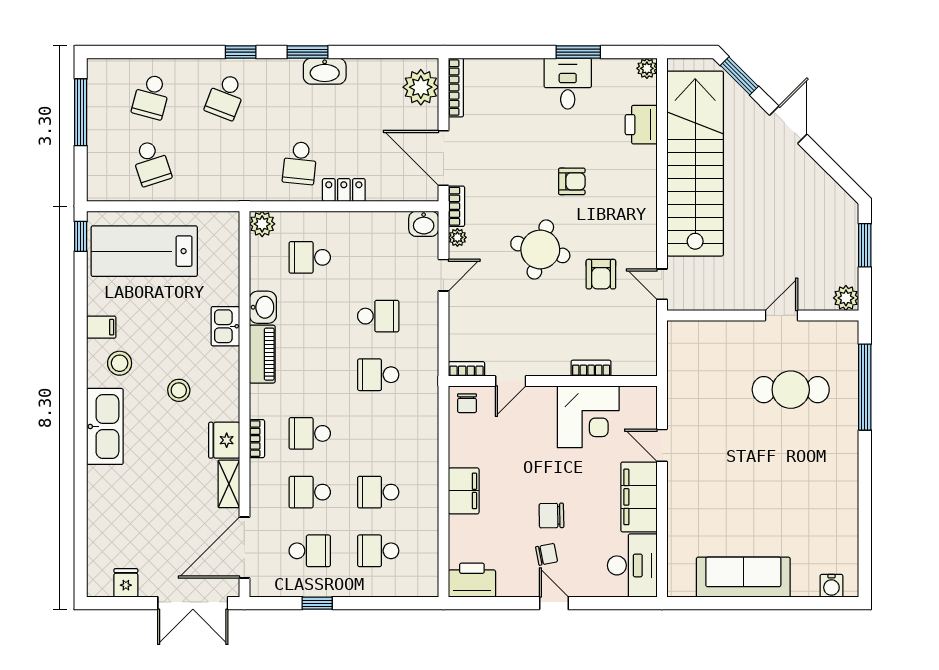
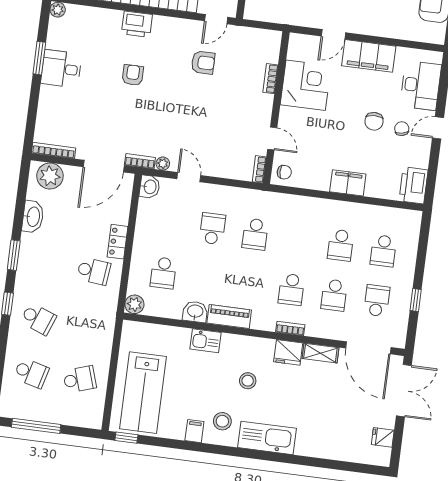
washbasin: (325, 71) -> (33, 217), moved
printer: (641, 125) -> (137, 24), moved
round table: (540, 250) -> (179, 104), removed
desk: (632, 565) -> (421, 85), moved, turned 90

